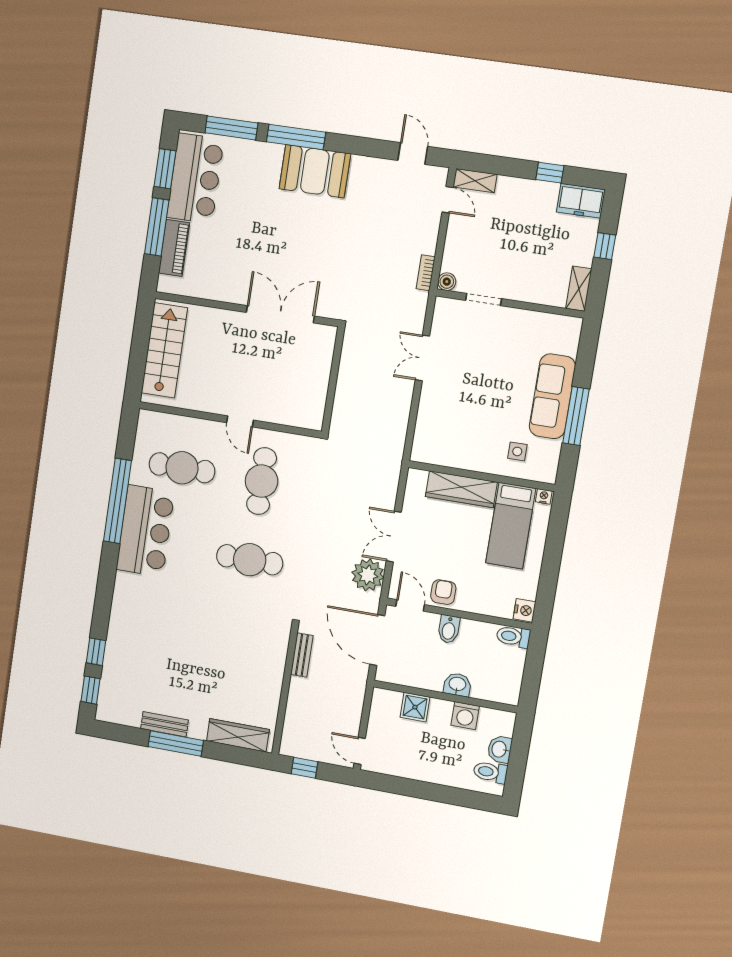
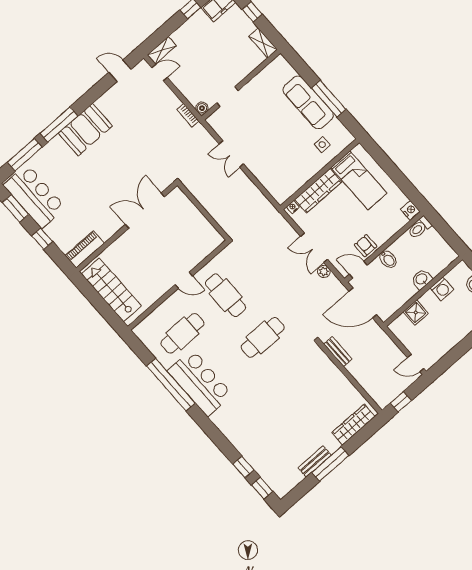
window: (157, 227) -> (42, 239), width x0.46
piano: (174, 248) -> (85, 249), moved, turned -90
nightstand: (544, 496) -> (293, 207), moved
plant: (368, 575) -> (324, 272), width x0.53, depth x0.53

